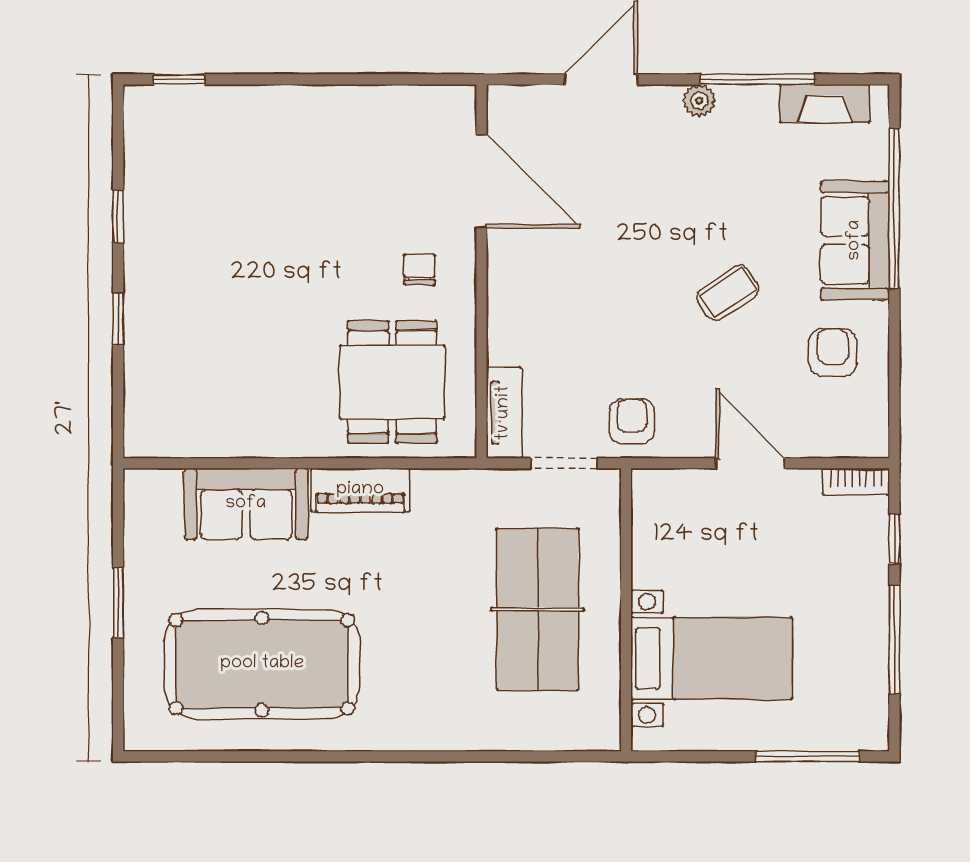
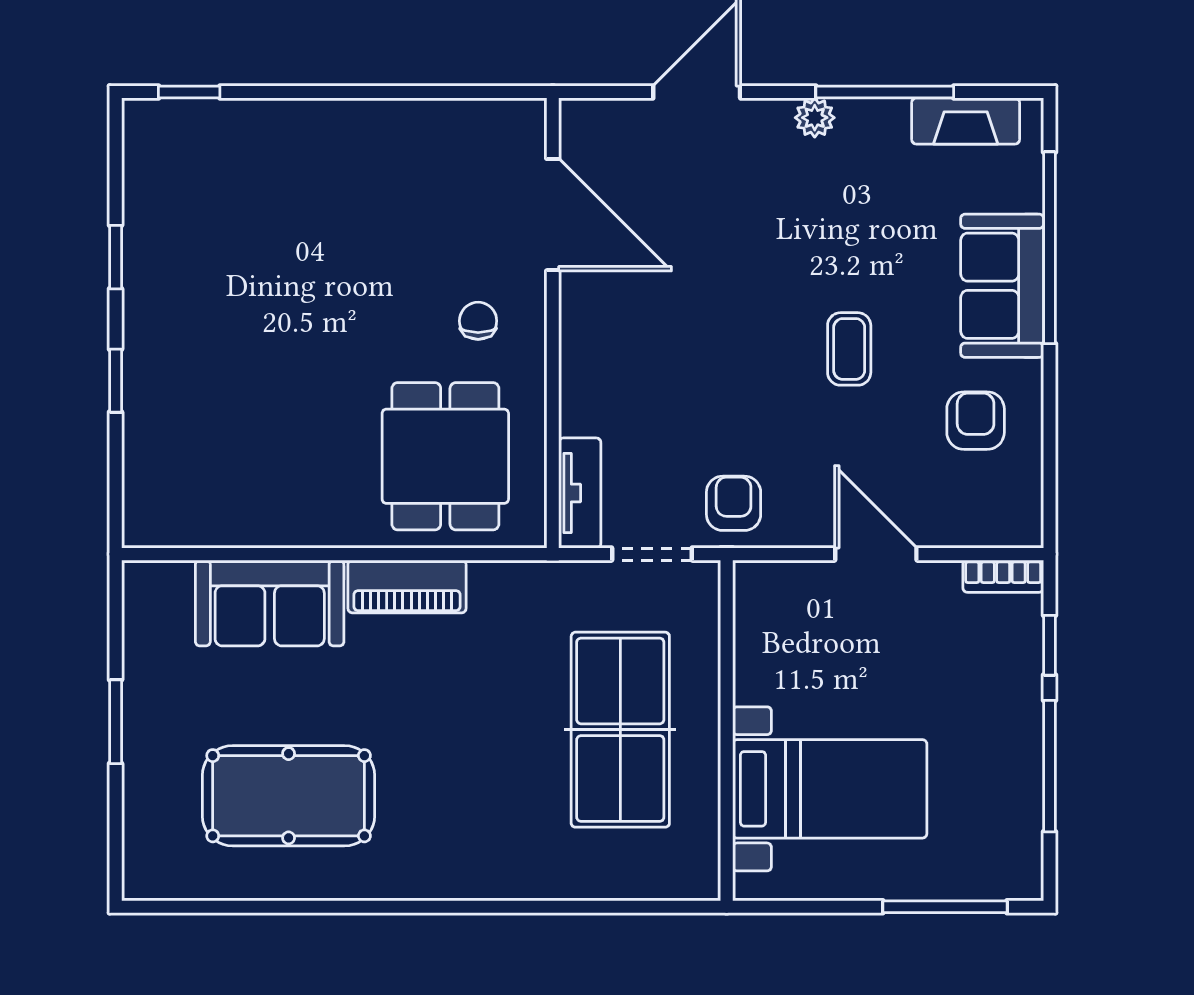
coffee table: (728, 293) -> (849, 349), turned -56
pool table: (262, 664) -> (289, 796), width x0.73, depth x0.76

